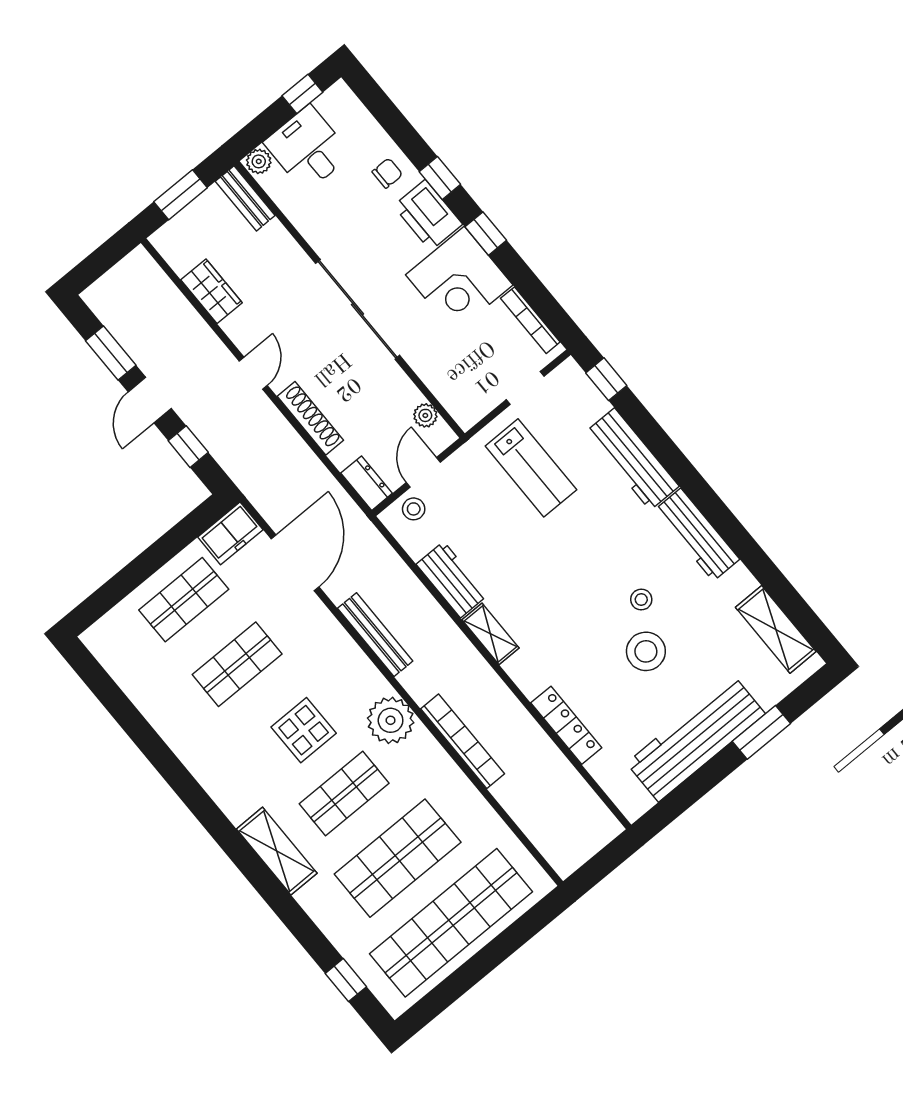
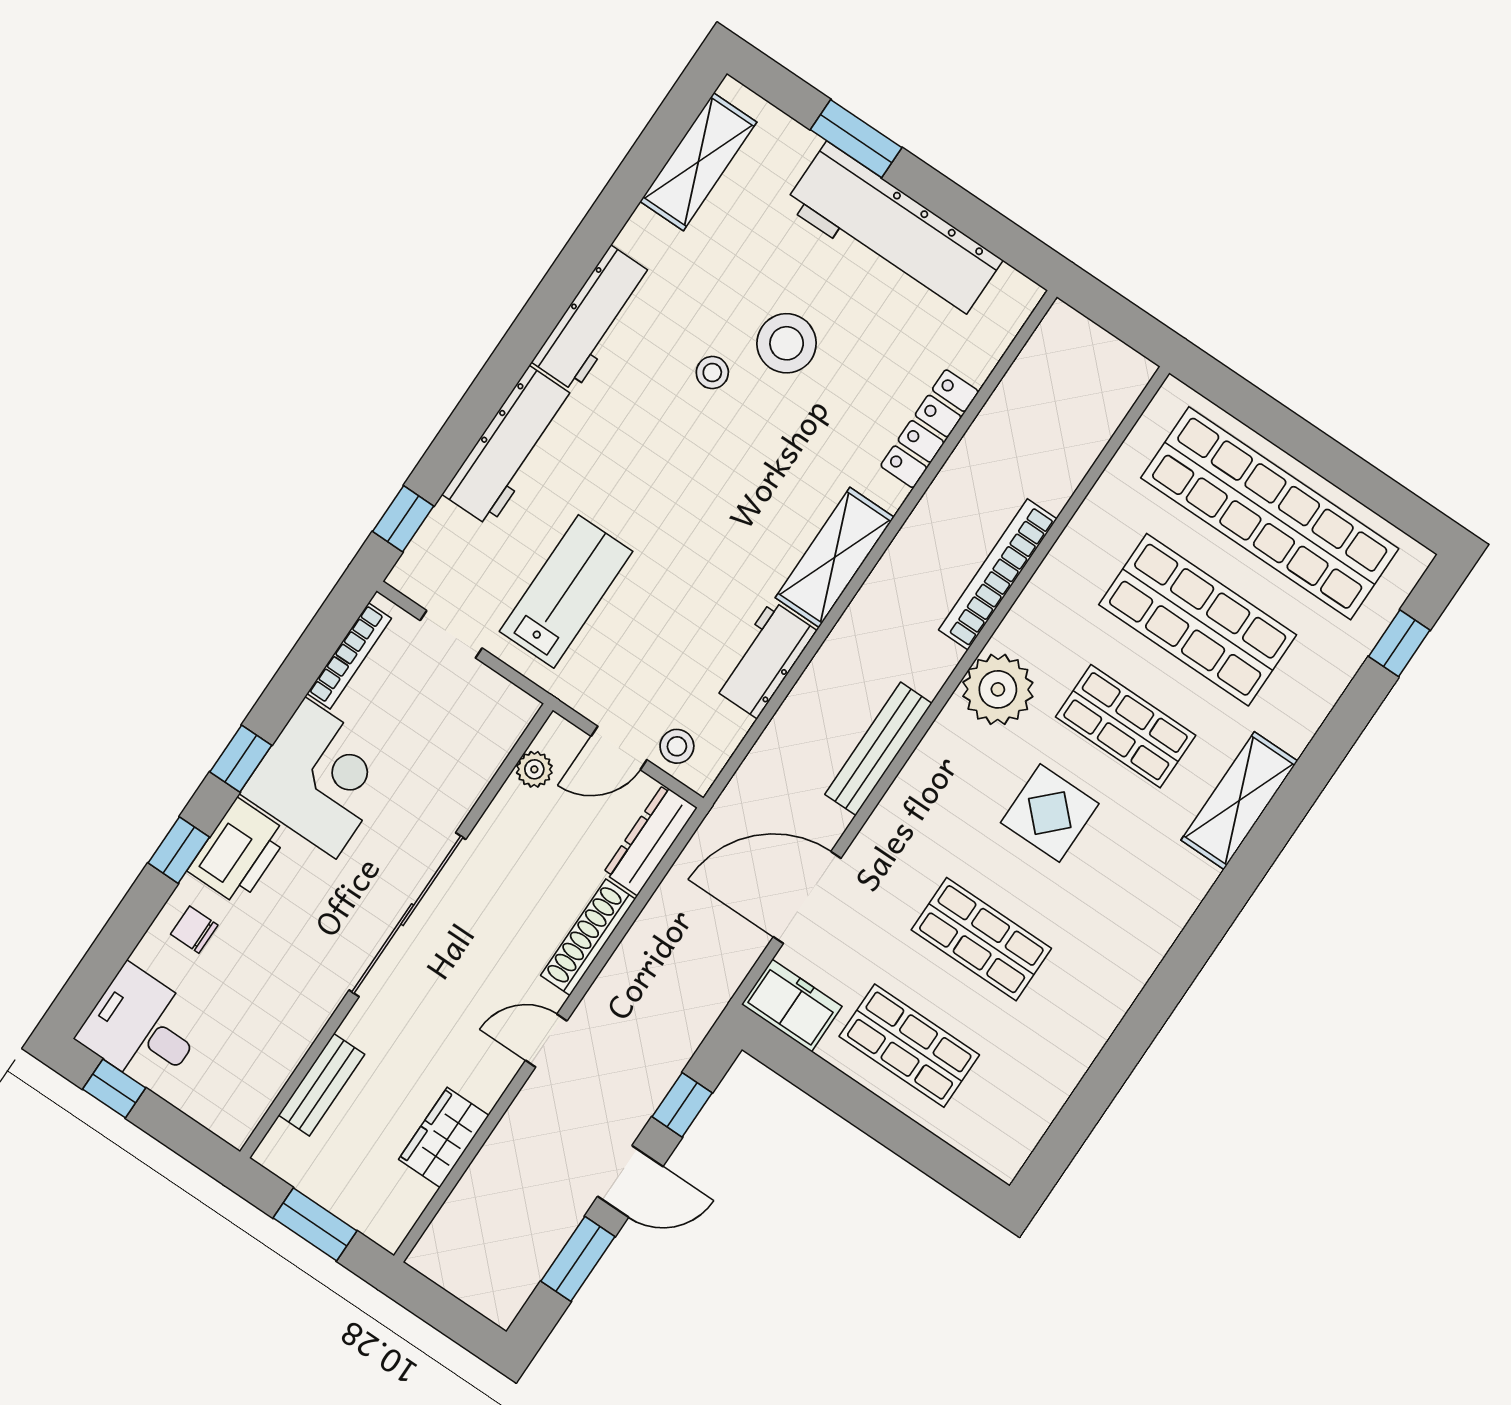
desk: (308, 149) -> (142, 1028), moved, turned 90
plant: (259, 161) -> (232, 1124), removed
bench: (245, 198) -> (322, 1085), moved
dresser: (367, 483) -> (650, 840), width x1.44
shelving: (490, 634) -> (835, 557), width x1.50, depth x1.33

